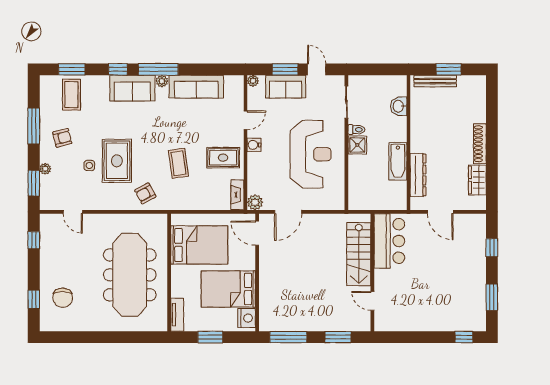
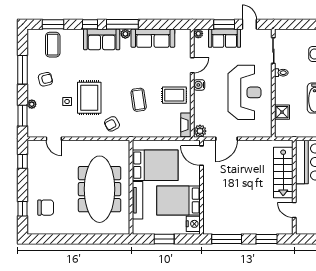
shower: (357, 145) -> (282, 112), moved
chair: (63, 298) -> (46, 208), turned -90
tv unit: (177, 315) -> (138, 200), moved, width x1.41

